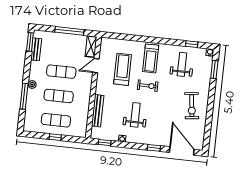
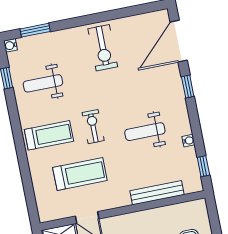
treadmill: (123, 69) -> (80, 174), turned 180
exercise bike: (192, 106) -> (103, 48), turned 97

